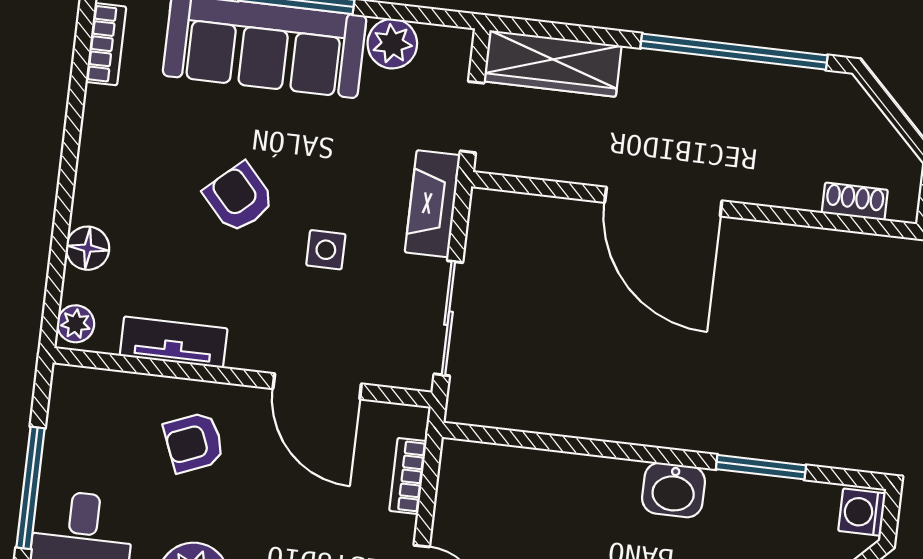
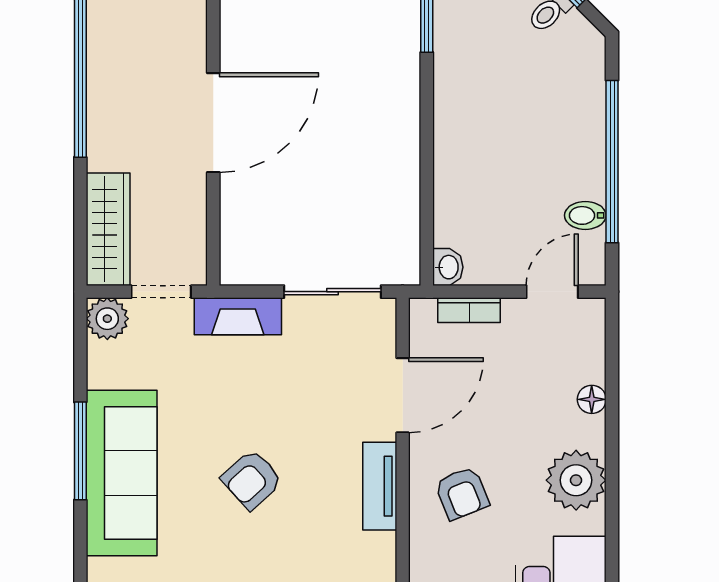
plant: (392, 44) -> (107, 319), moved
side table: (326, 250) -> (287, 401), removed
tv unit: (174, 342) -> (380, 486), moved
washbasin: (674, 490) -> (448, 267), moved, width x0.72, depth x0.69

